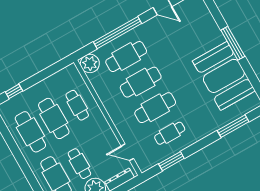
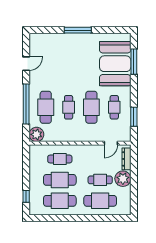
booth: (224, 76) -> (115, 64), moved, turned 90
cafe table: (141, 82) -> (69, 107), width x0.73, depth x0.74

